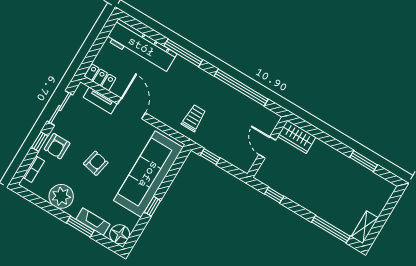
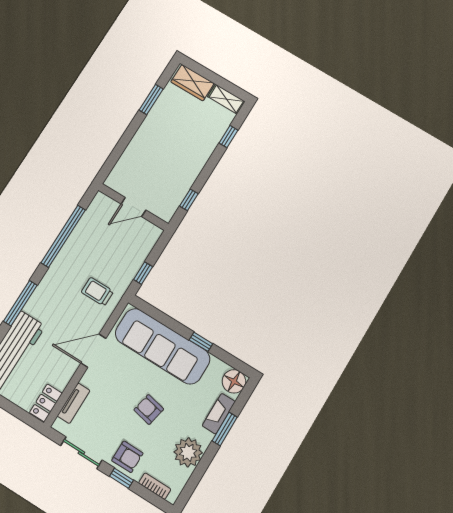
door: (132, 108) -> (93, 351), moved
wardrobe: (297, 137) -> (192, 83), moved, turned 90
window: (331, 229) -> (228, 137), width x0.46

